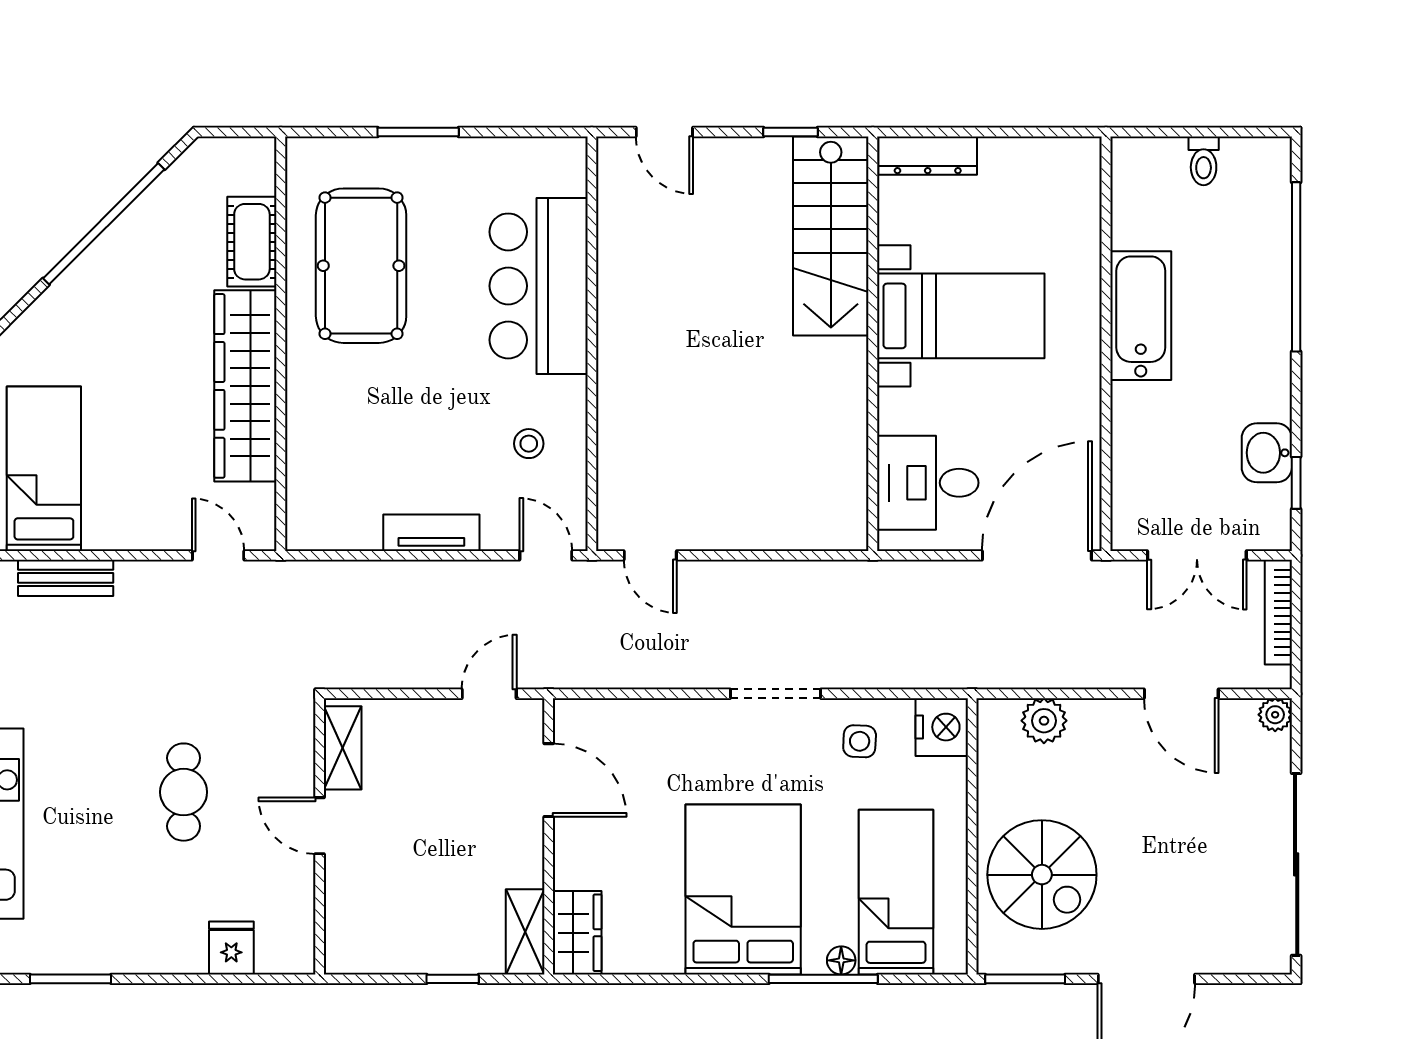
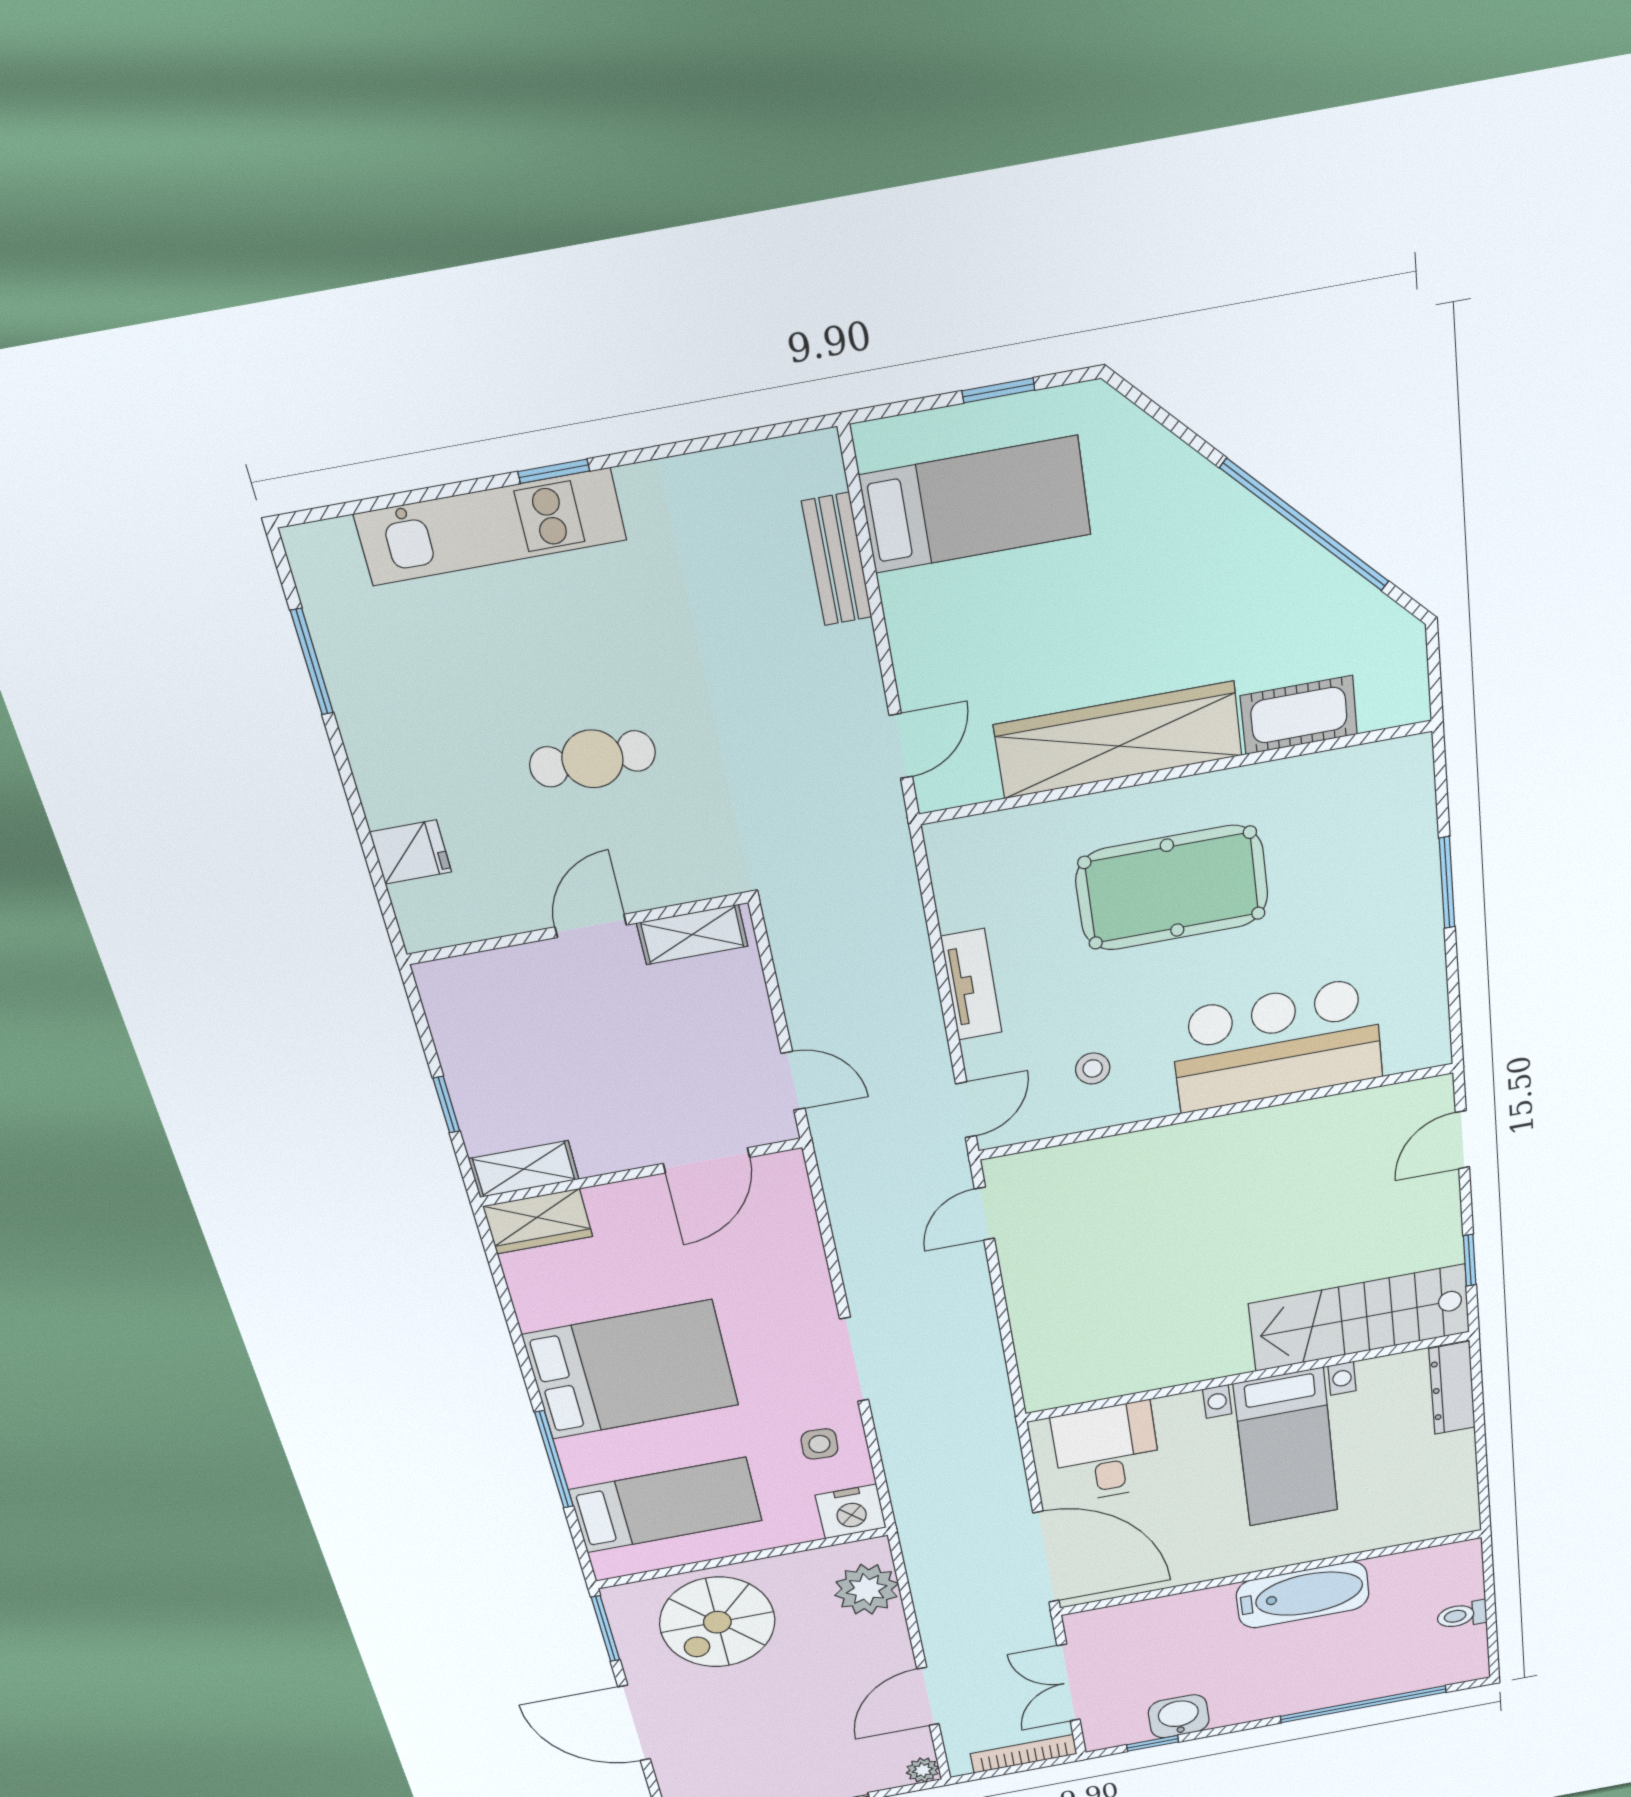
pool table: (361, 266) -> (1172, 888), moved
plant: (1044, 721) -> (867, 1589), width x1.36, depth x1.36
floor lamp: (841, 960) -> (579, 1472), removed

